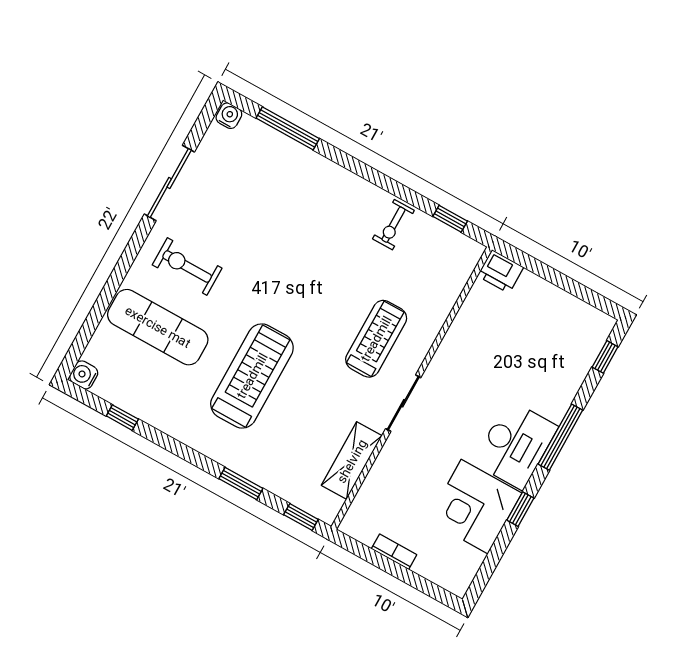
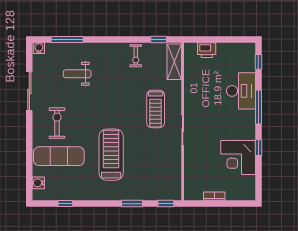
weight bench: (272, 199) -> (77, 74), added
exercise bike: (187, 266) -> (57, 123), turned 90
printer: (501, 272) -> (207, 50), moved
treadmill: (376, 339) -> (156, 109), turned 180
water cooler: (84, 375) -> (38, 183), moved
desk: (516, 445) -> (241, 91), moved
shelving: (352, 461) -> (174, 62), moved

